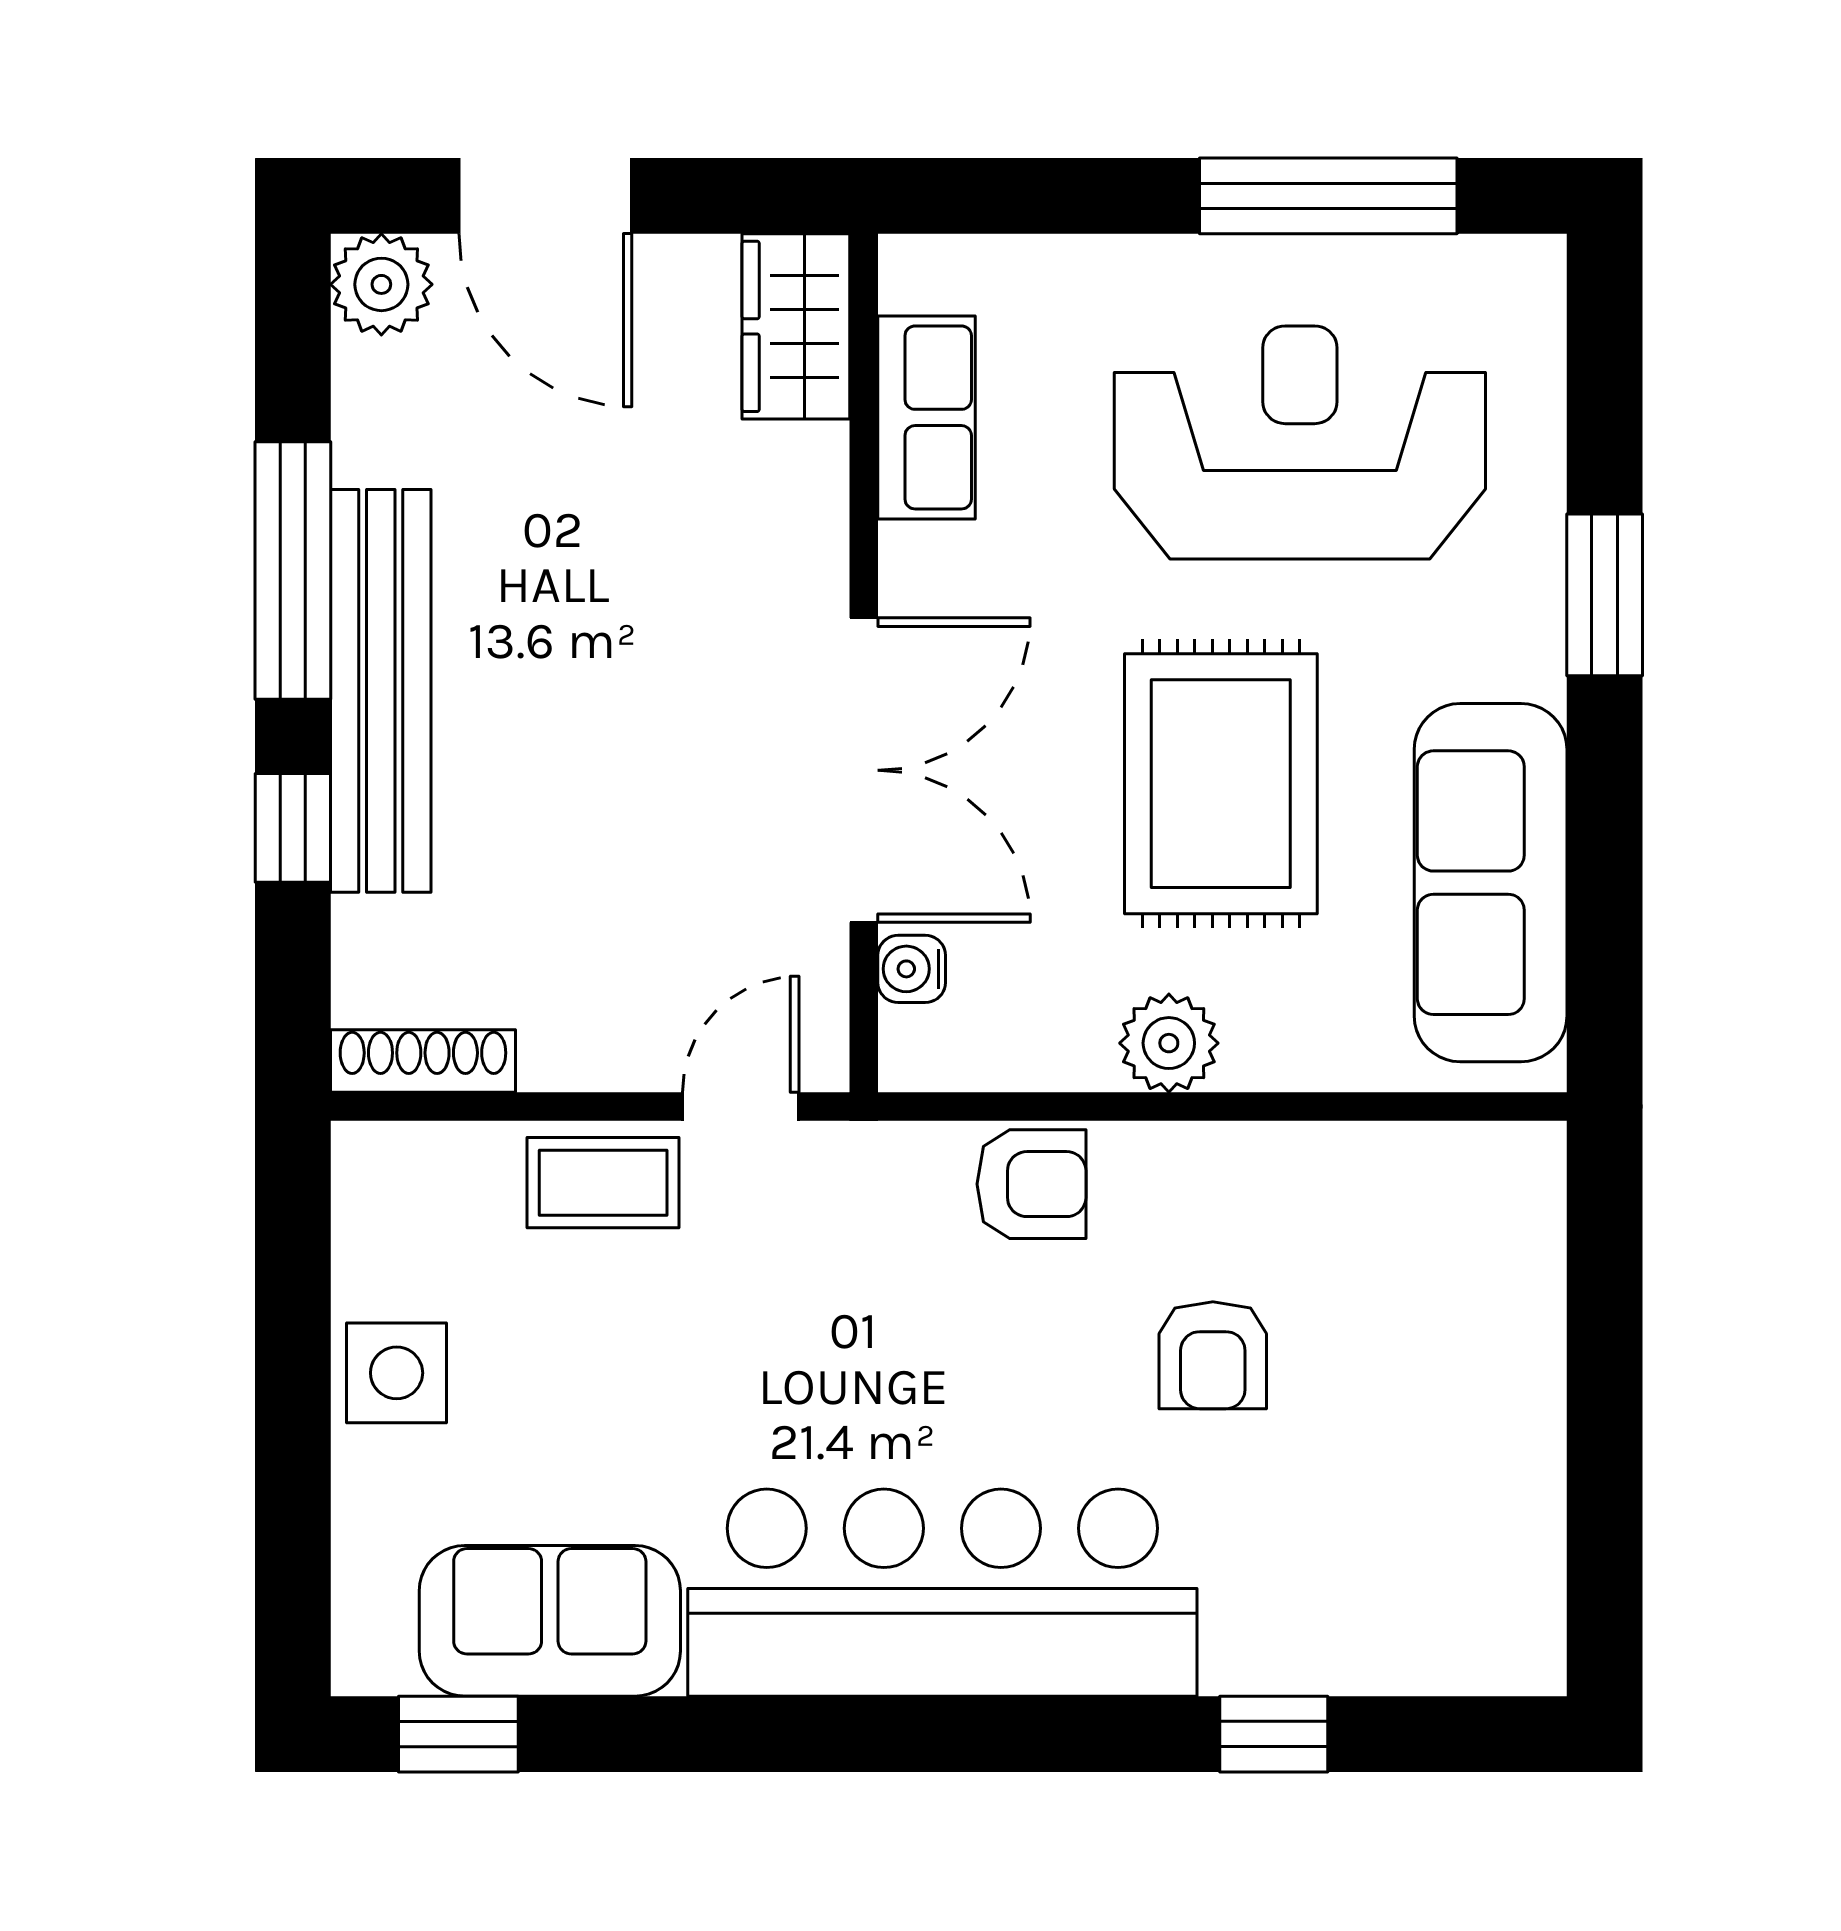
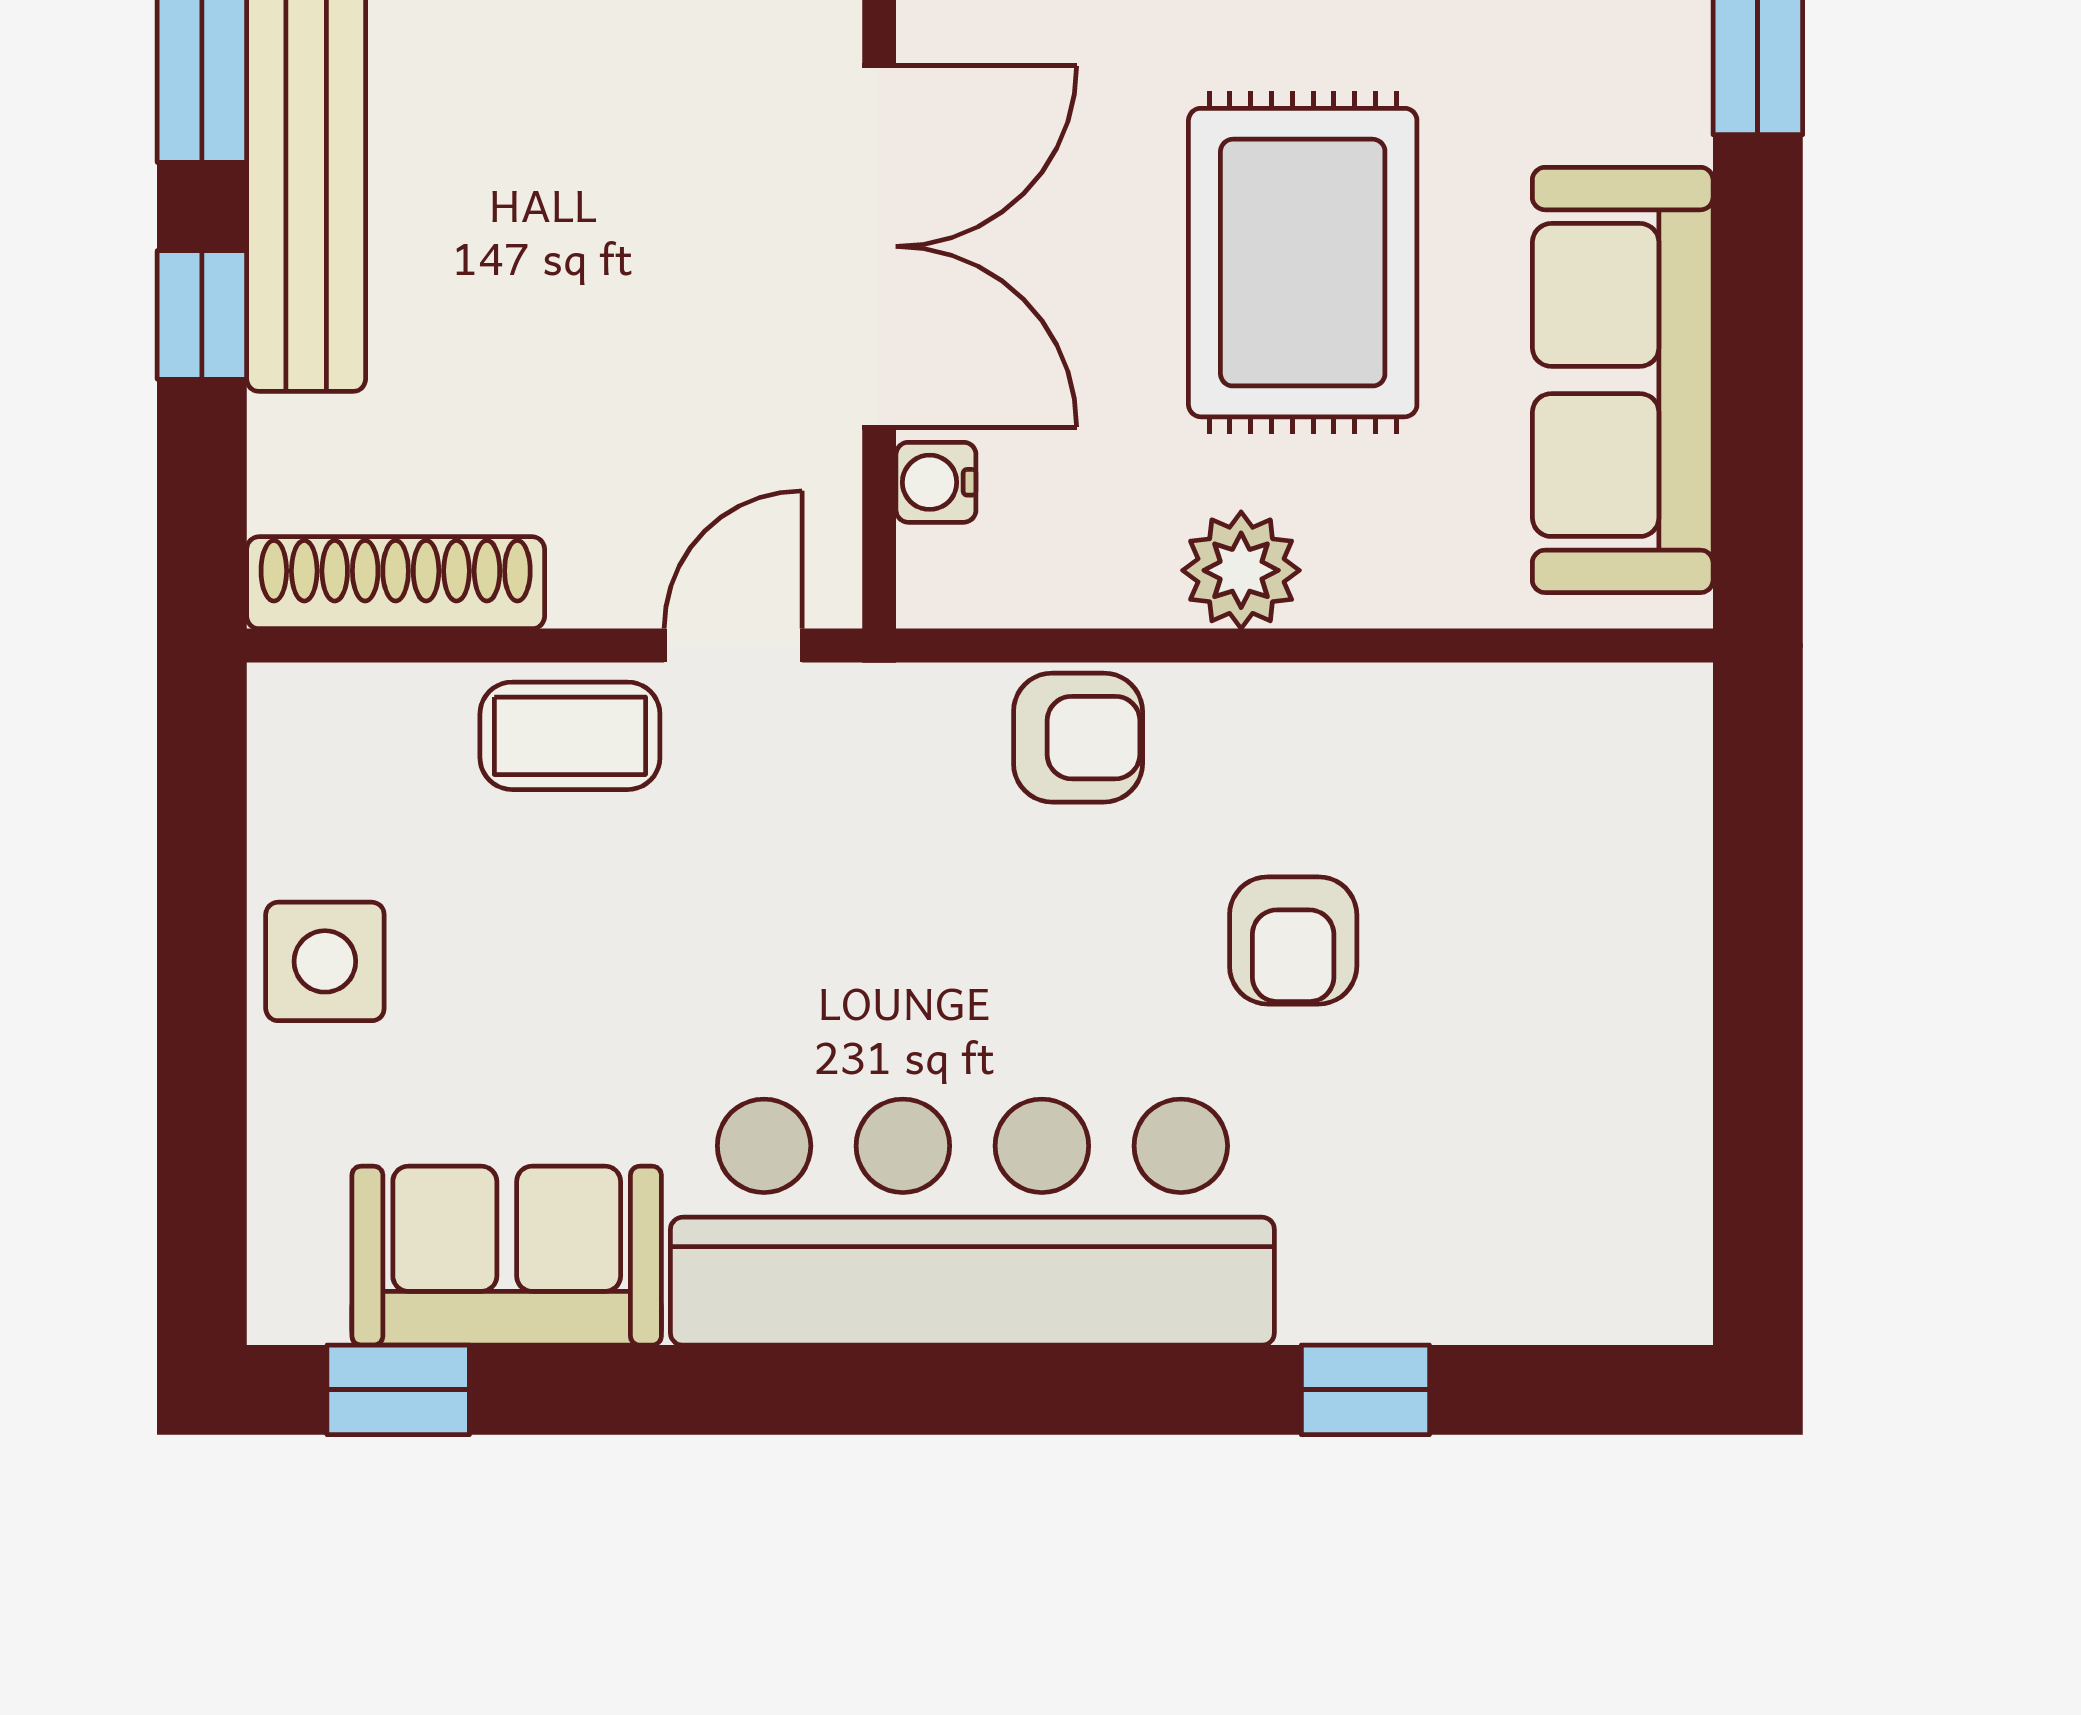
shoe rack: (423, 1061) -> (396, 583), width x1.36, depth x1.24

